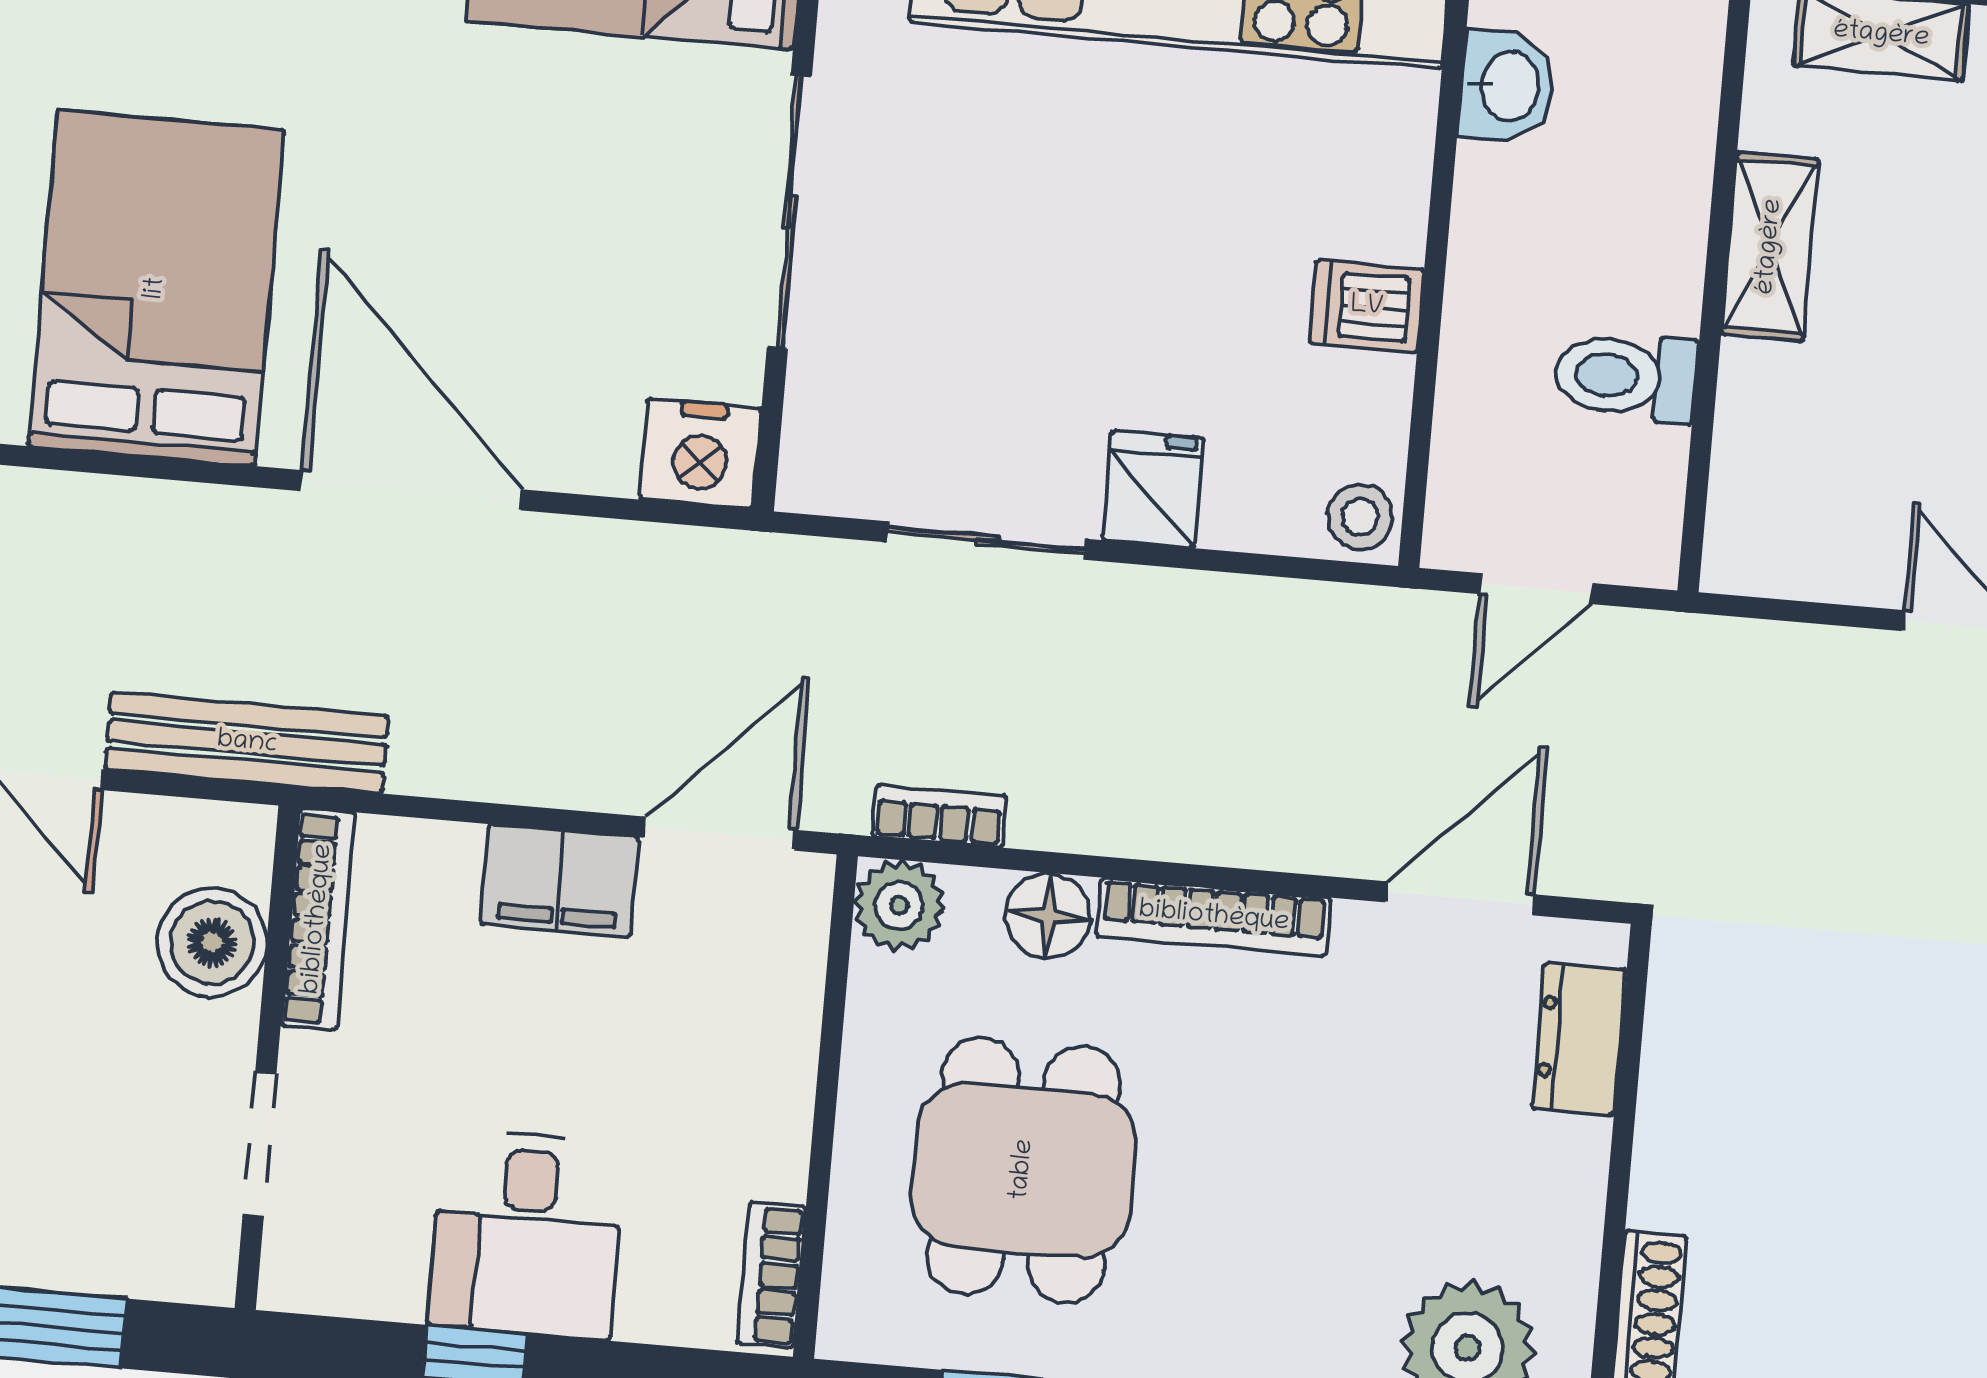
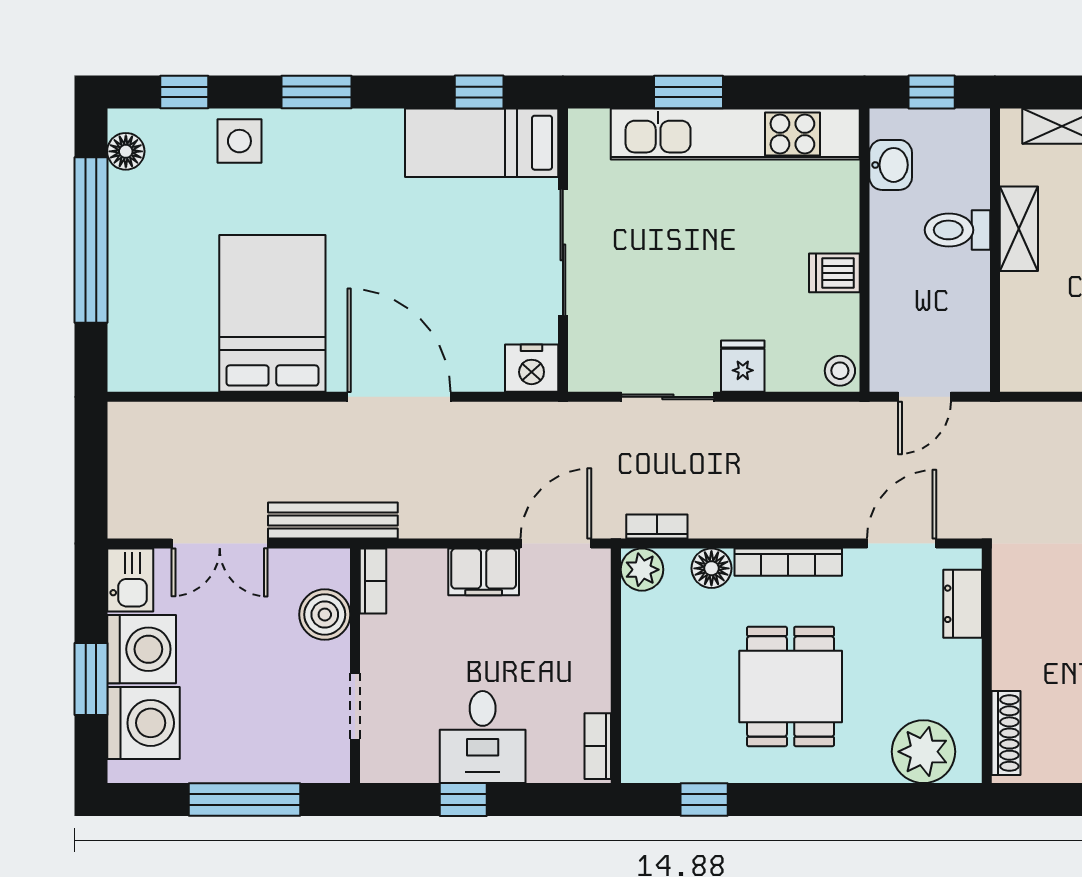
toilet: (1626, 377) -> (957, 230), moved
bookcase: (318, 919) -> (373, 581), width x0.64
dining table: (1023, 1170) -> (791, 686), moved

